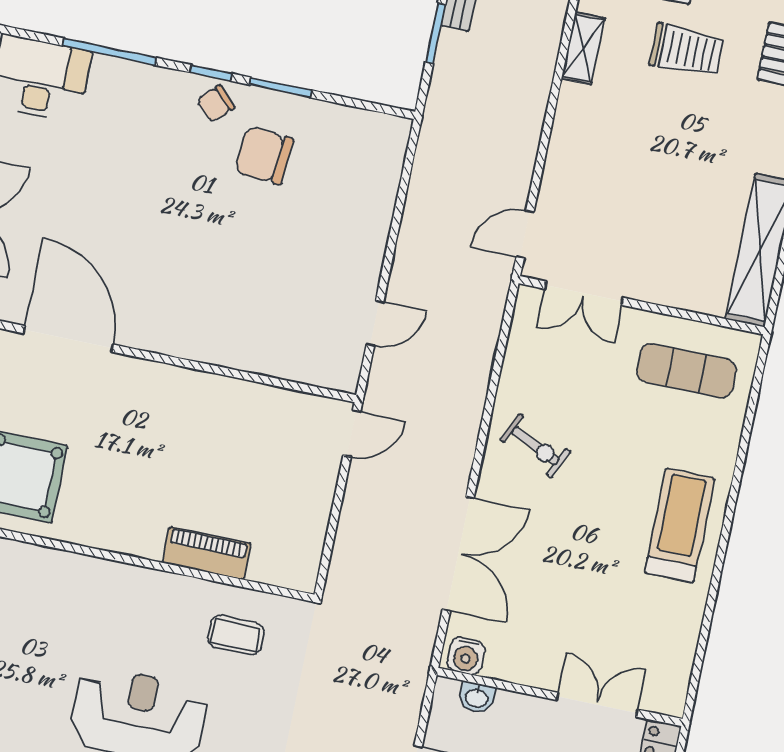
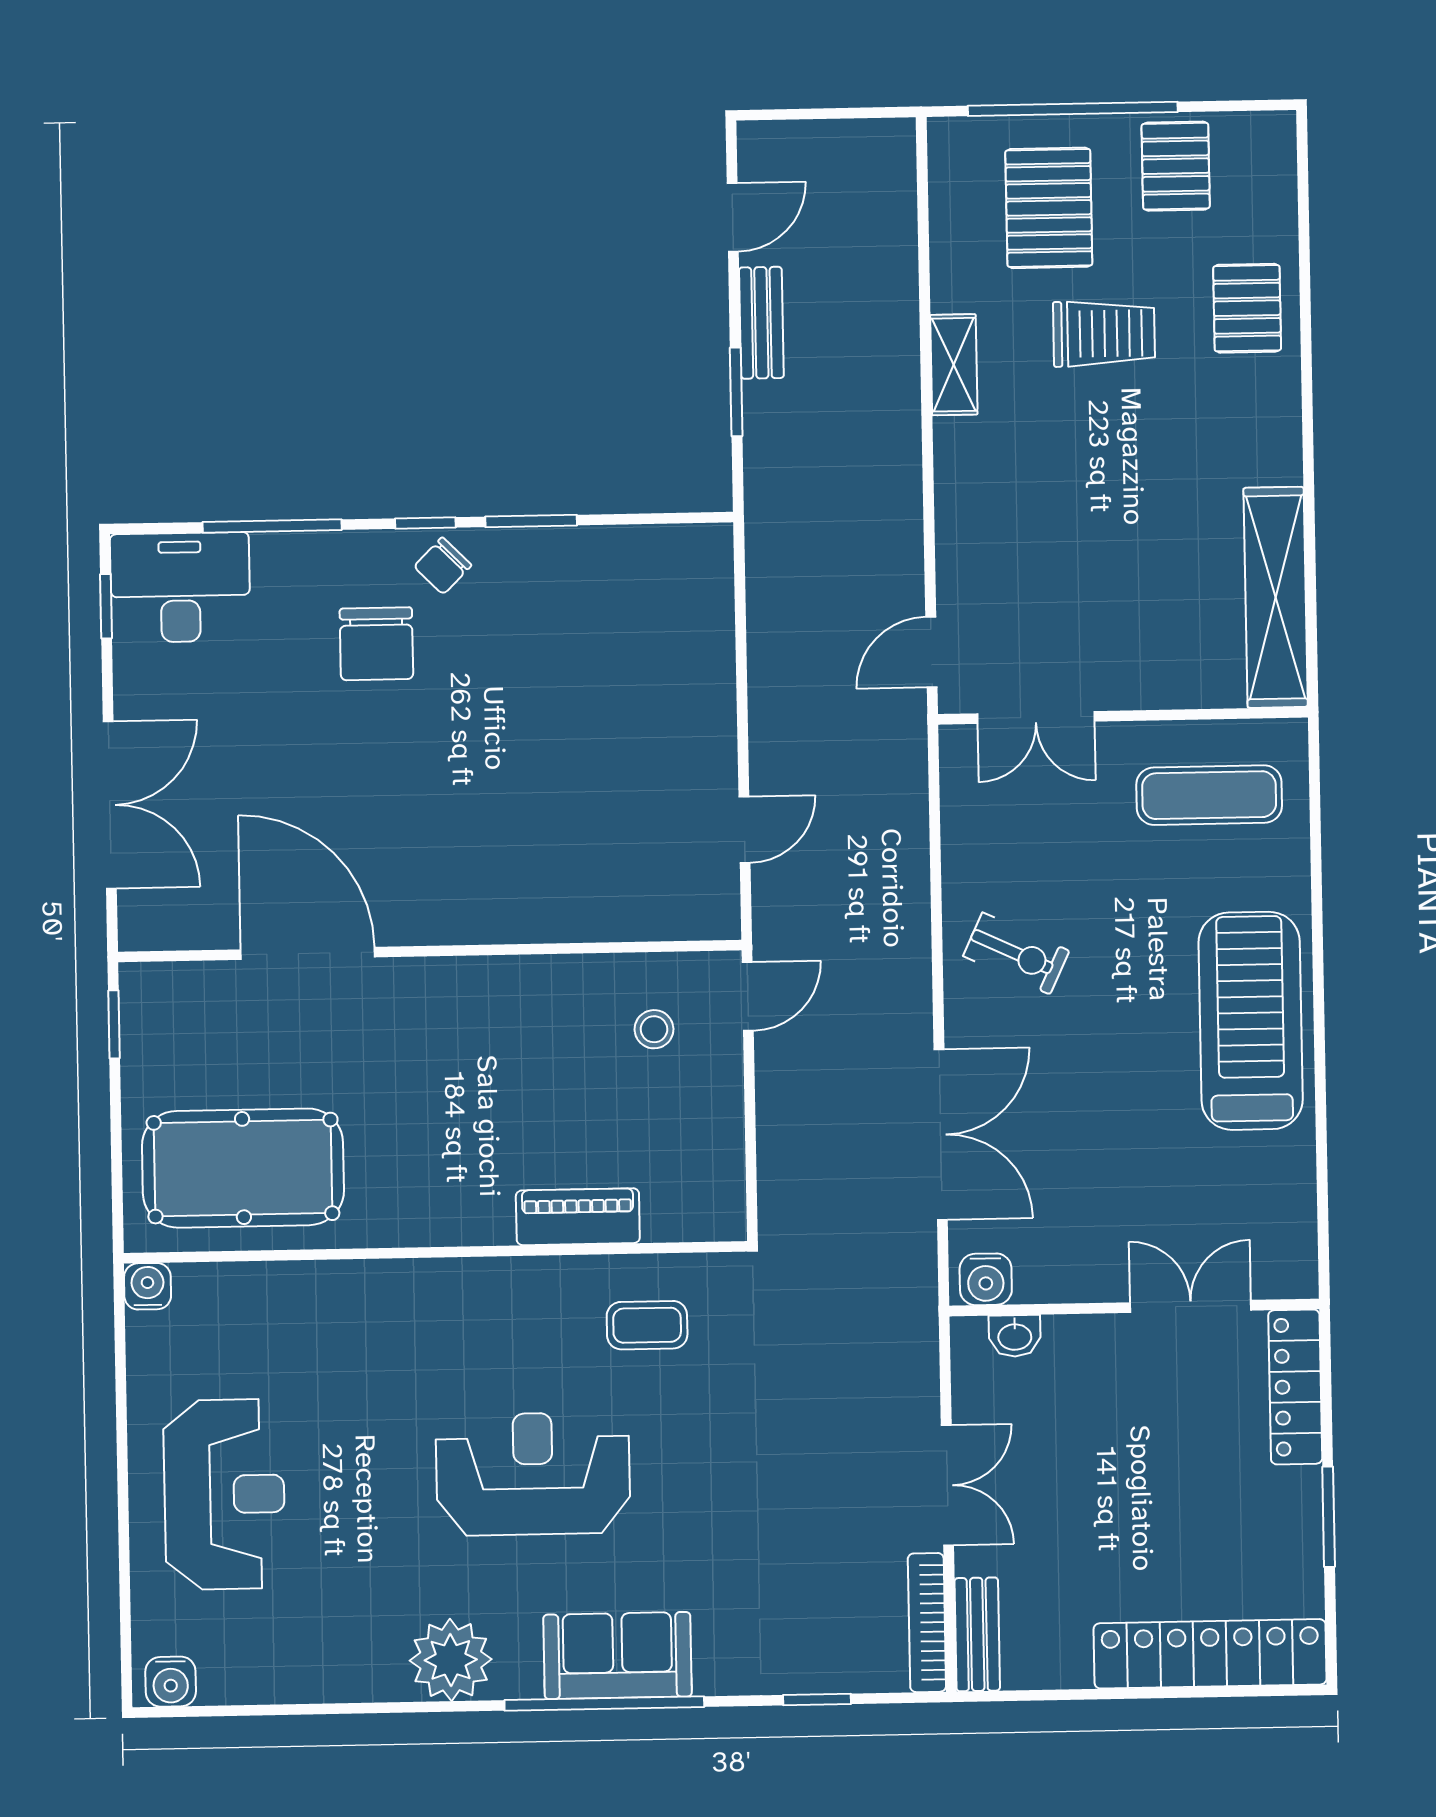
chair: (264, 156) -> (376, 644), moved, turned -94
stool: (285, 441) -> (654, 1029), added
treadmill: (680, 526) -> (1251, 1021), width x1.37, depth x1.38

